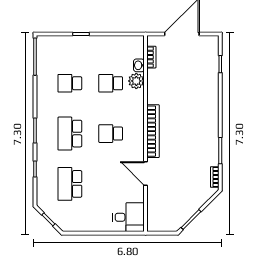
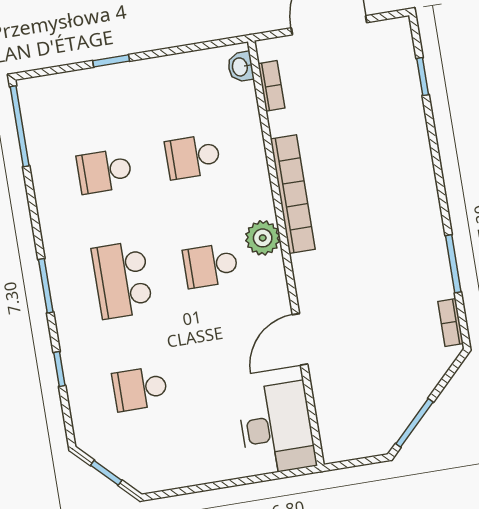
washbasin: (139, 65) -> (241, 67), moved
plant: (136, 81) -> (263, 238), moved
bookcase: (153, 131) -> (293, 194), moved
door: (146, 173) -> (300, 339), hinge flipped
school desk: (70, 184) -> (140, 389), width x0.54
desk: (129, 217) -> (277, 428), width x1.37

